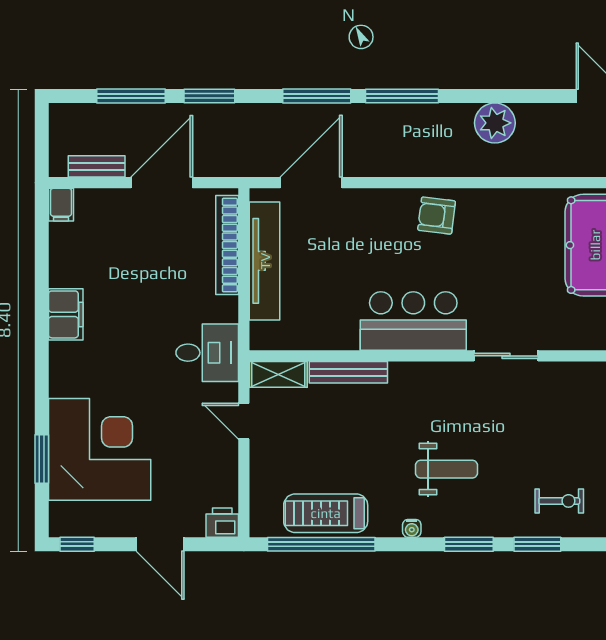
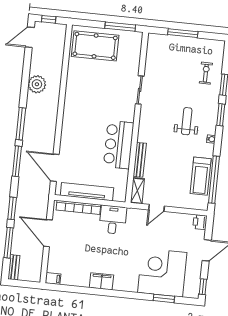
bench: (97, 166) -> (14, 267), moved
armchair: (437, 216) -> (75, 114), removed
bar counter: (413, 321) -> (119, 145), moved
desk: (207, 353) -> (113, 220), moved

